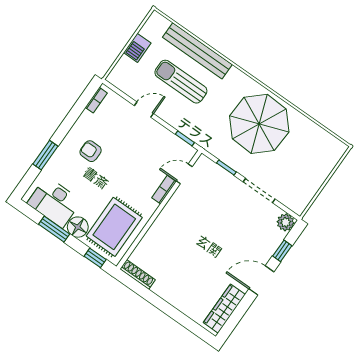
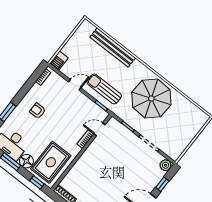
barbecue: (137, 48) -> (59, 61), moved
sun lounger: (181, 82) -> (104, 89), moved

